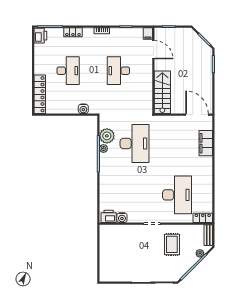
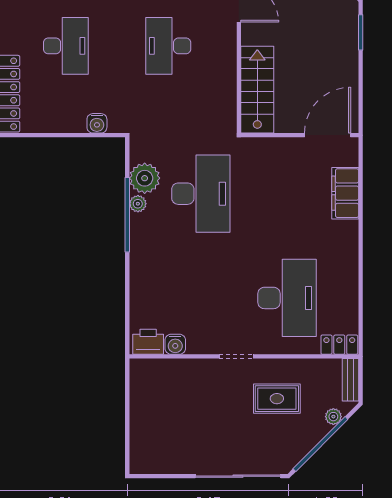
door: (197, 115) -> (328, 135), hinge flipped
rug: (172, 244) -> (277, 399), turned 90

